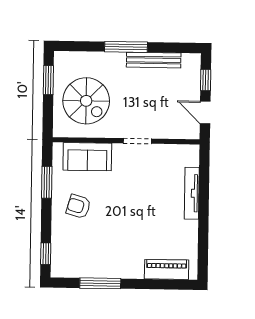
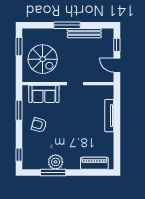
plant: (104, 266) -> (56, 162), added

